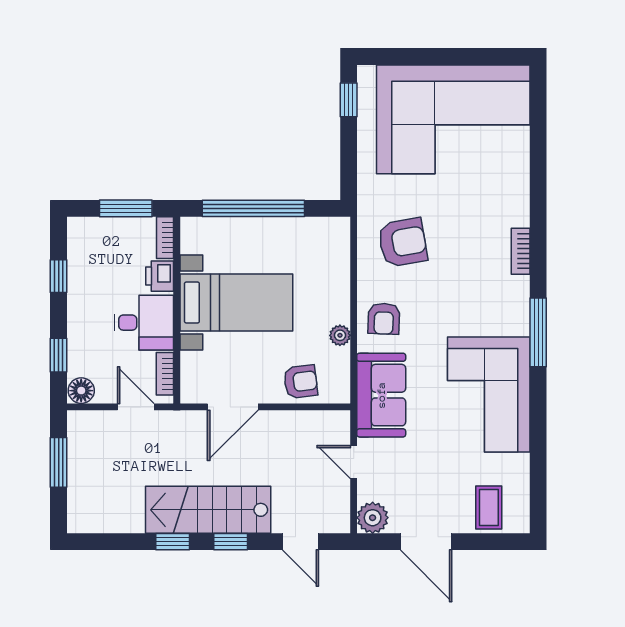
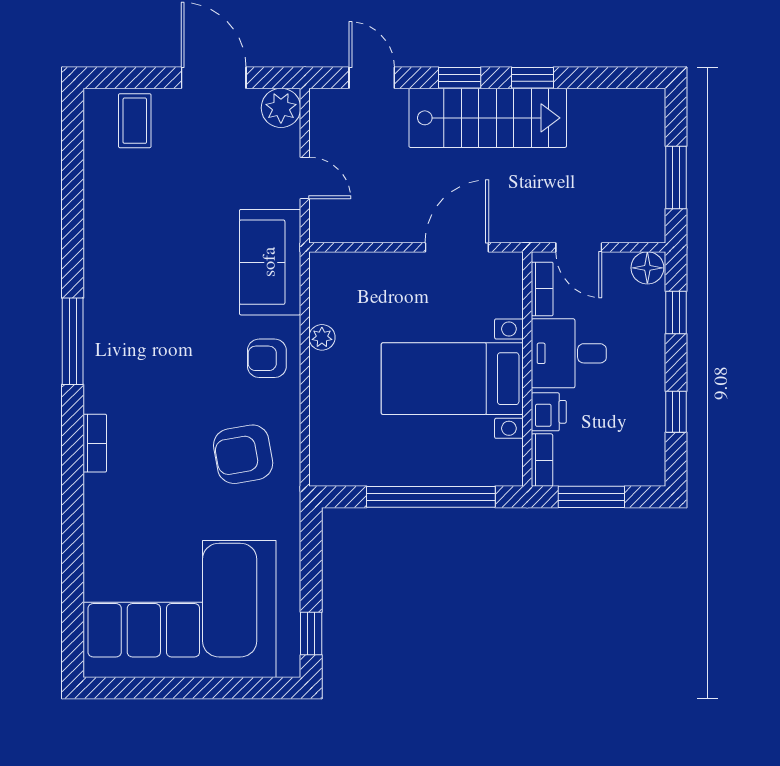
armchair: (384, 319) -> (267, 358), turned -92
armchair: (301, 382) -> (371, 279), removed
corner sofa: (489, 394) -> (135, 263), removed

